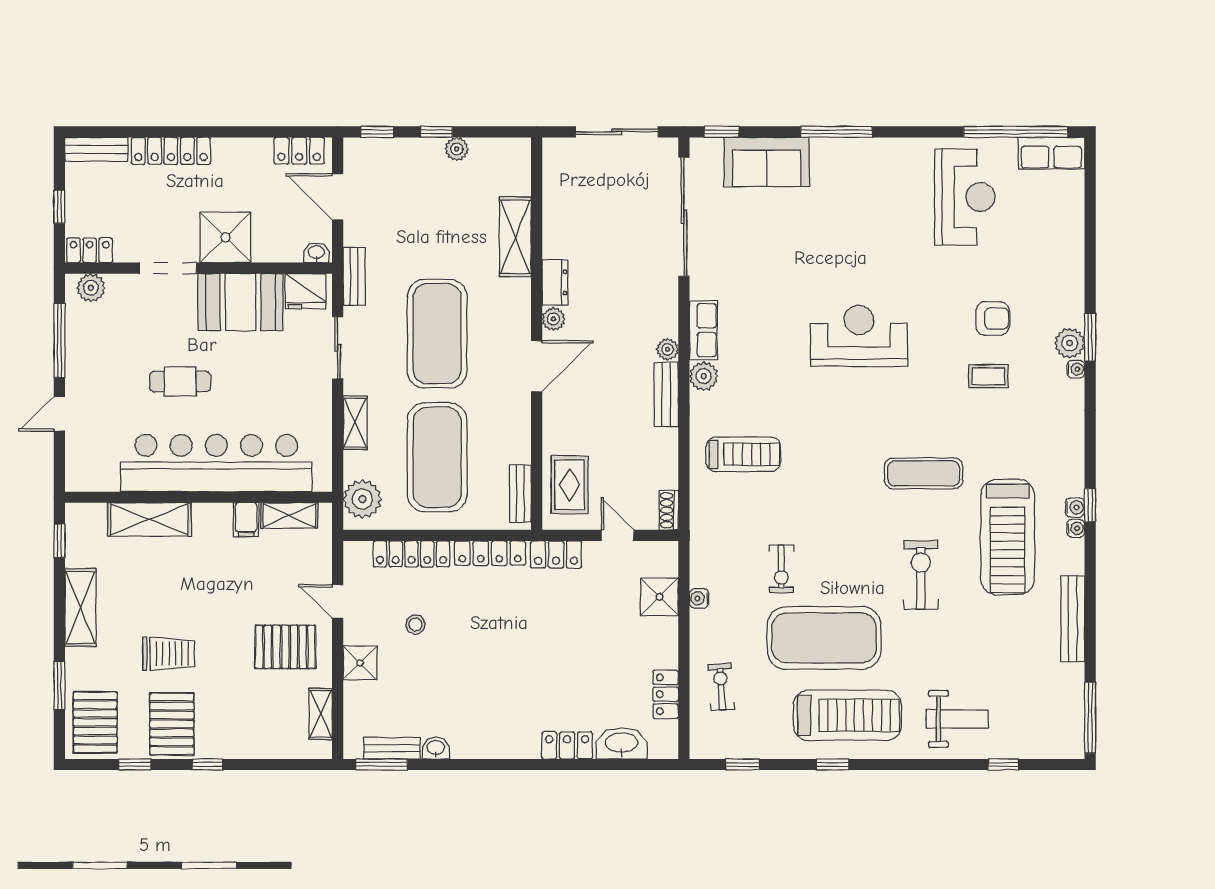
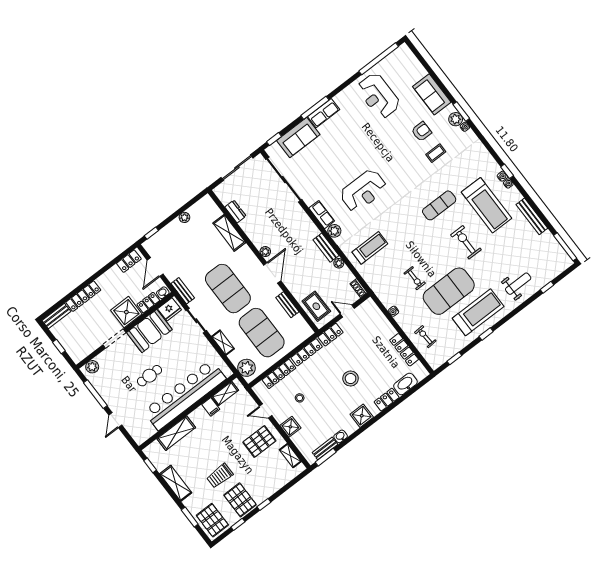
window: (436, 132) -> (173, 217), removed
row of seats: (1051, 153) -> (324, 113), moved
door: (338, 197) -> (155, 267), hinge flipped
reception desk: (965, 197) -> (378, 96), turned 180
locker: (90, 250) -> (148, 303), moved
sofa: (1061, 267) -> (432, 94), added
dresser: (555, 282) -> (235, 211), moved
reception desk: (859, 336) -> (363, 191), moved, turned 180
plant: (668, 349) -> (339, 263), moved
bench: (520, 494) -> (287, 305), moved
shower: (660, 597) -> (362, 416), moved
trolley: (169, 654) -> (220, 476), turned 180
stool: (532, 659) -> (351, 379), added
locker: (666, 694) -> (404, 350), width x1.53

